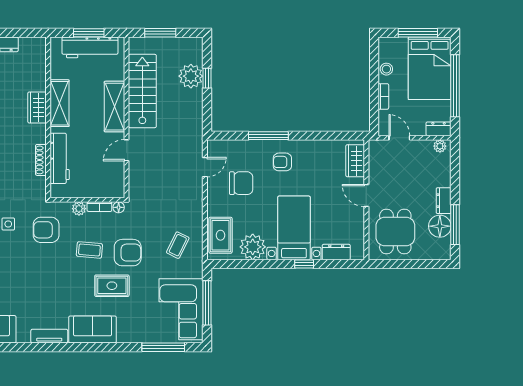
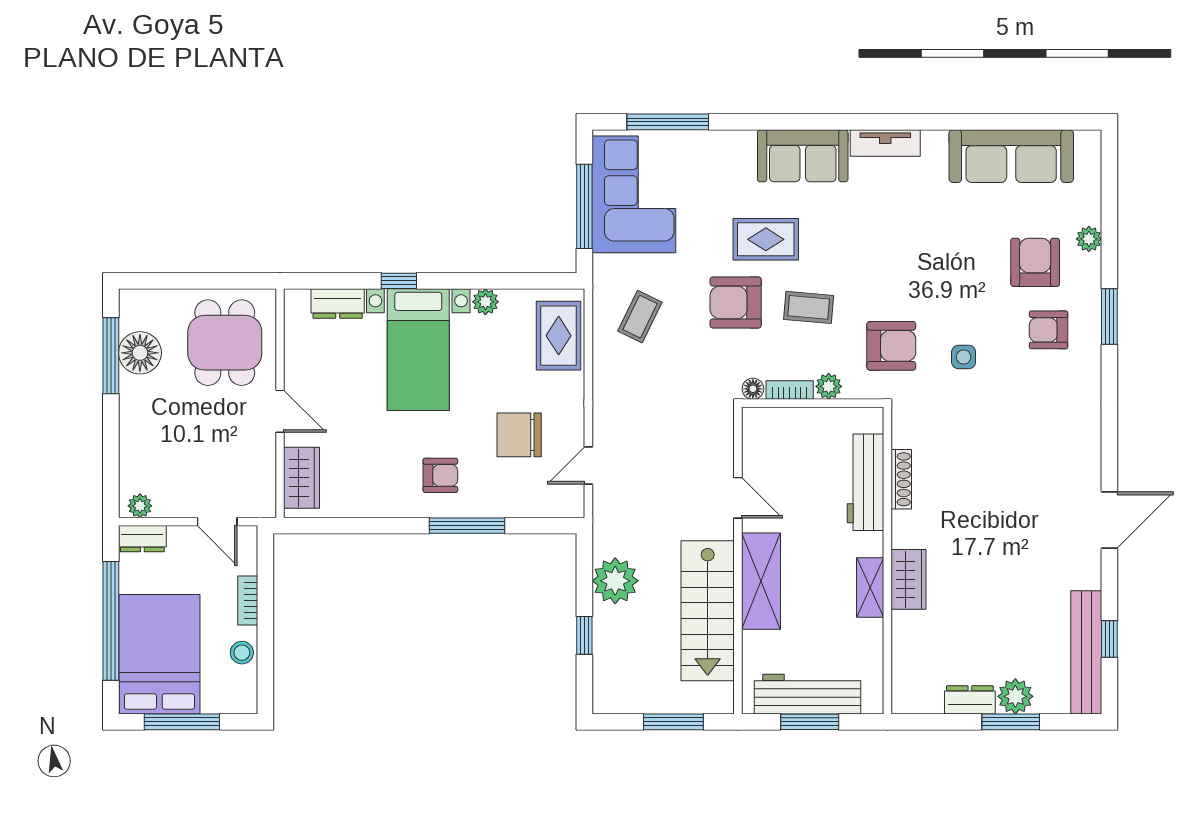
plant: (191, 76) -> (615, 581), moved
shelving: (60, 103) -> (870, 587), width x0.67, depth x0.75
door: (127, 150) -> (738, 498), hinge flipped
dresser: (444, 201) -> (133, 402), removed
plant: (253, 247) -> (485, 302), width x0.53, depth x0.53

